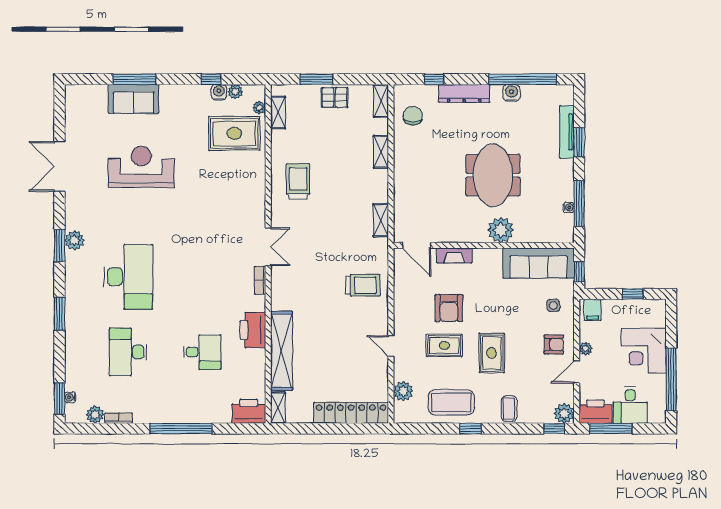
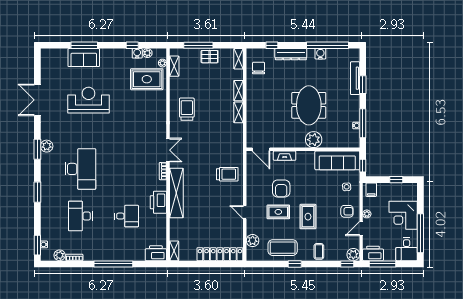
window: (317, 79) -> (198, 45), width x1.44
shelving: (381, 220) -> (239, 112), moved
shelving: (282, 351) -> (176, 193), moved
desk: (630, 405) -> (407, 249), moved

